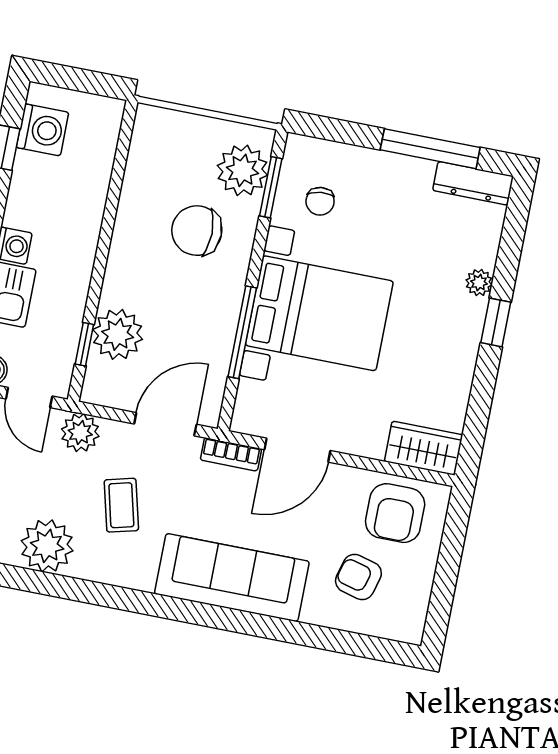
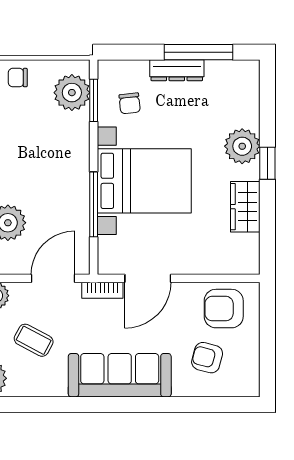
dresser: (473, 183) -> (177, 70), moved
chair: (197, 231) -> (18, 78), moved, width x0.54, depth x0.54
plant: (479, 283) -> (242, 146), width x1.88, depth x1.88
wardrobe: (424, 448) -> (245, 207), moved, turned -90
coffee table: (121, 505) -> (34, 340), turned -48
armchair: (395, 513) -> (224, 309), turned 90

